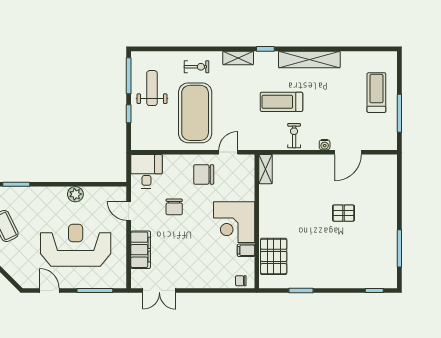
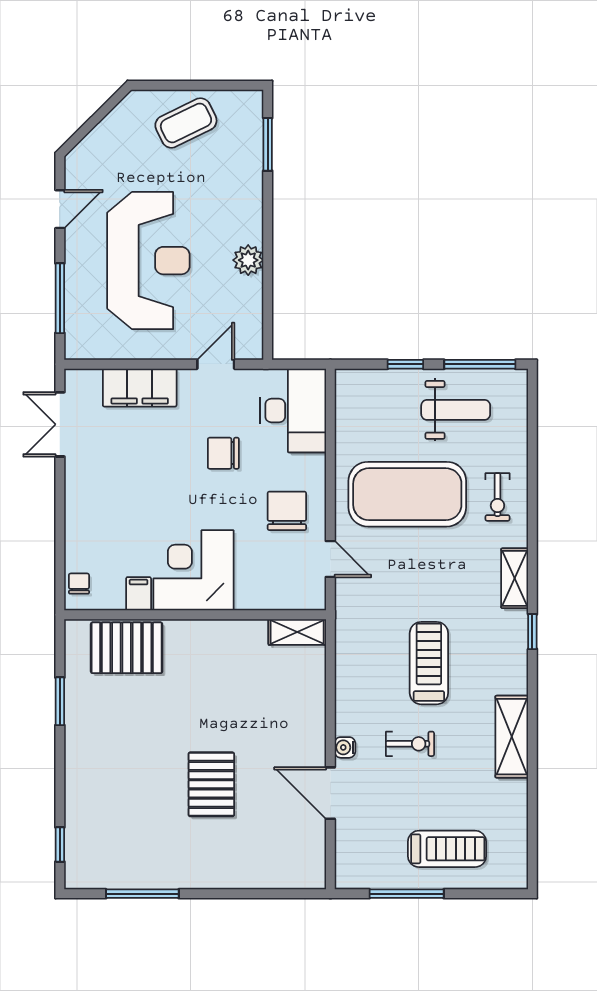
shelving: (309, 59) -> (512, 737), width x0.68
exercise bike: (294, 136) -> (410, 744), moved
desk: (146, 171) -> (293, 411), width x1.37
pallet: (343, 213) -> (211, 784), width x1.50, depth x1.42

